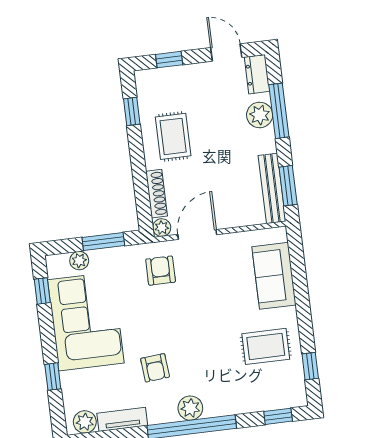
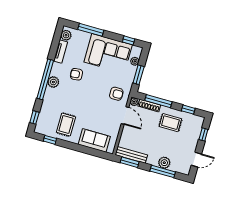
dresser: (257, 74) -> (182, 169), removed
window: (140, 179) -> (158, 101), added
window: (53, 377) -> (91, 30), width x2.17

